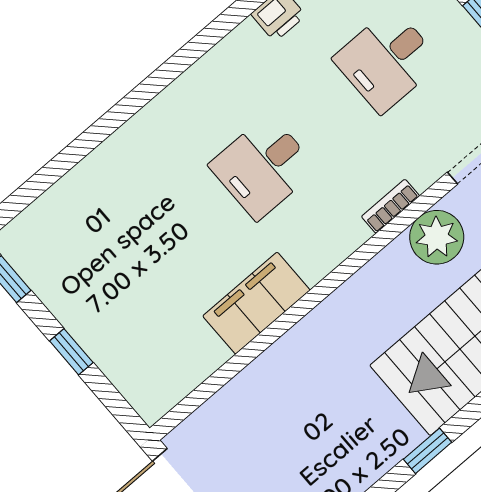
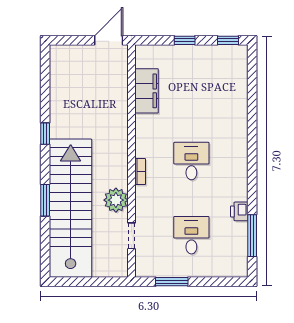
bookcase: (391, 206) -> (140, 172), moved
filing cabinet: (256, 303) -> (147, 91), moved

